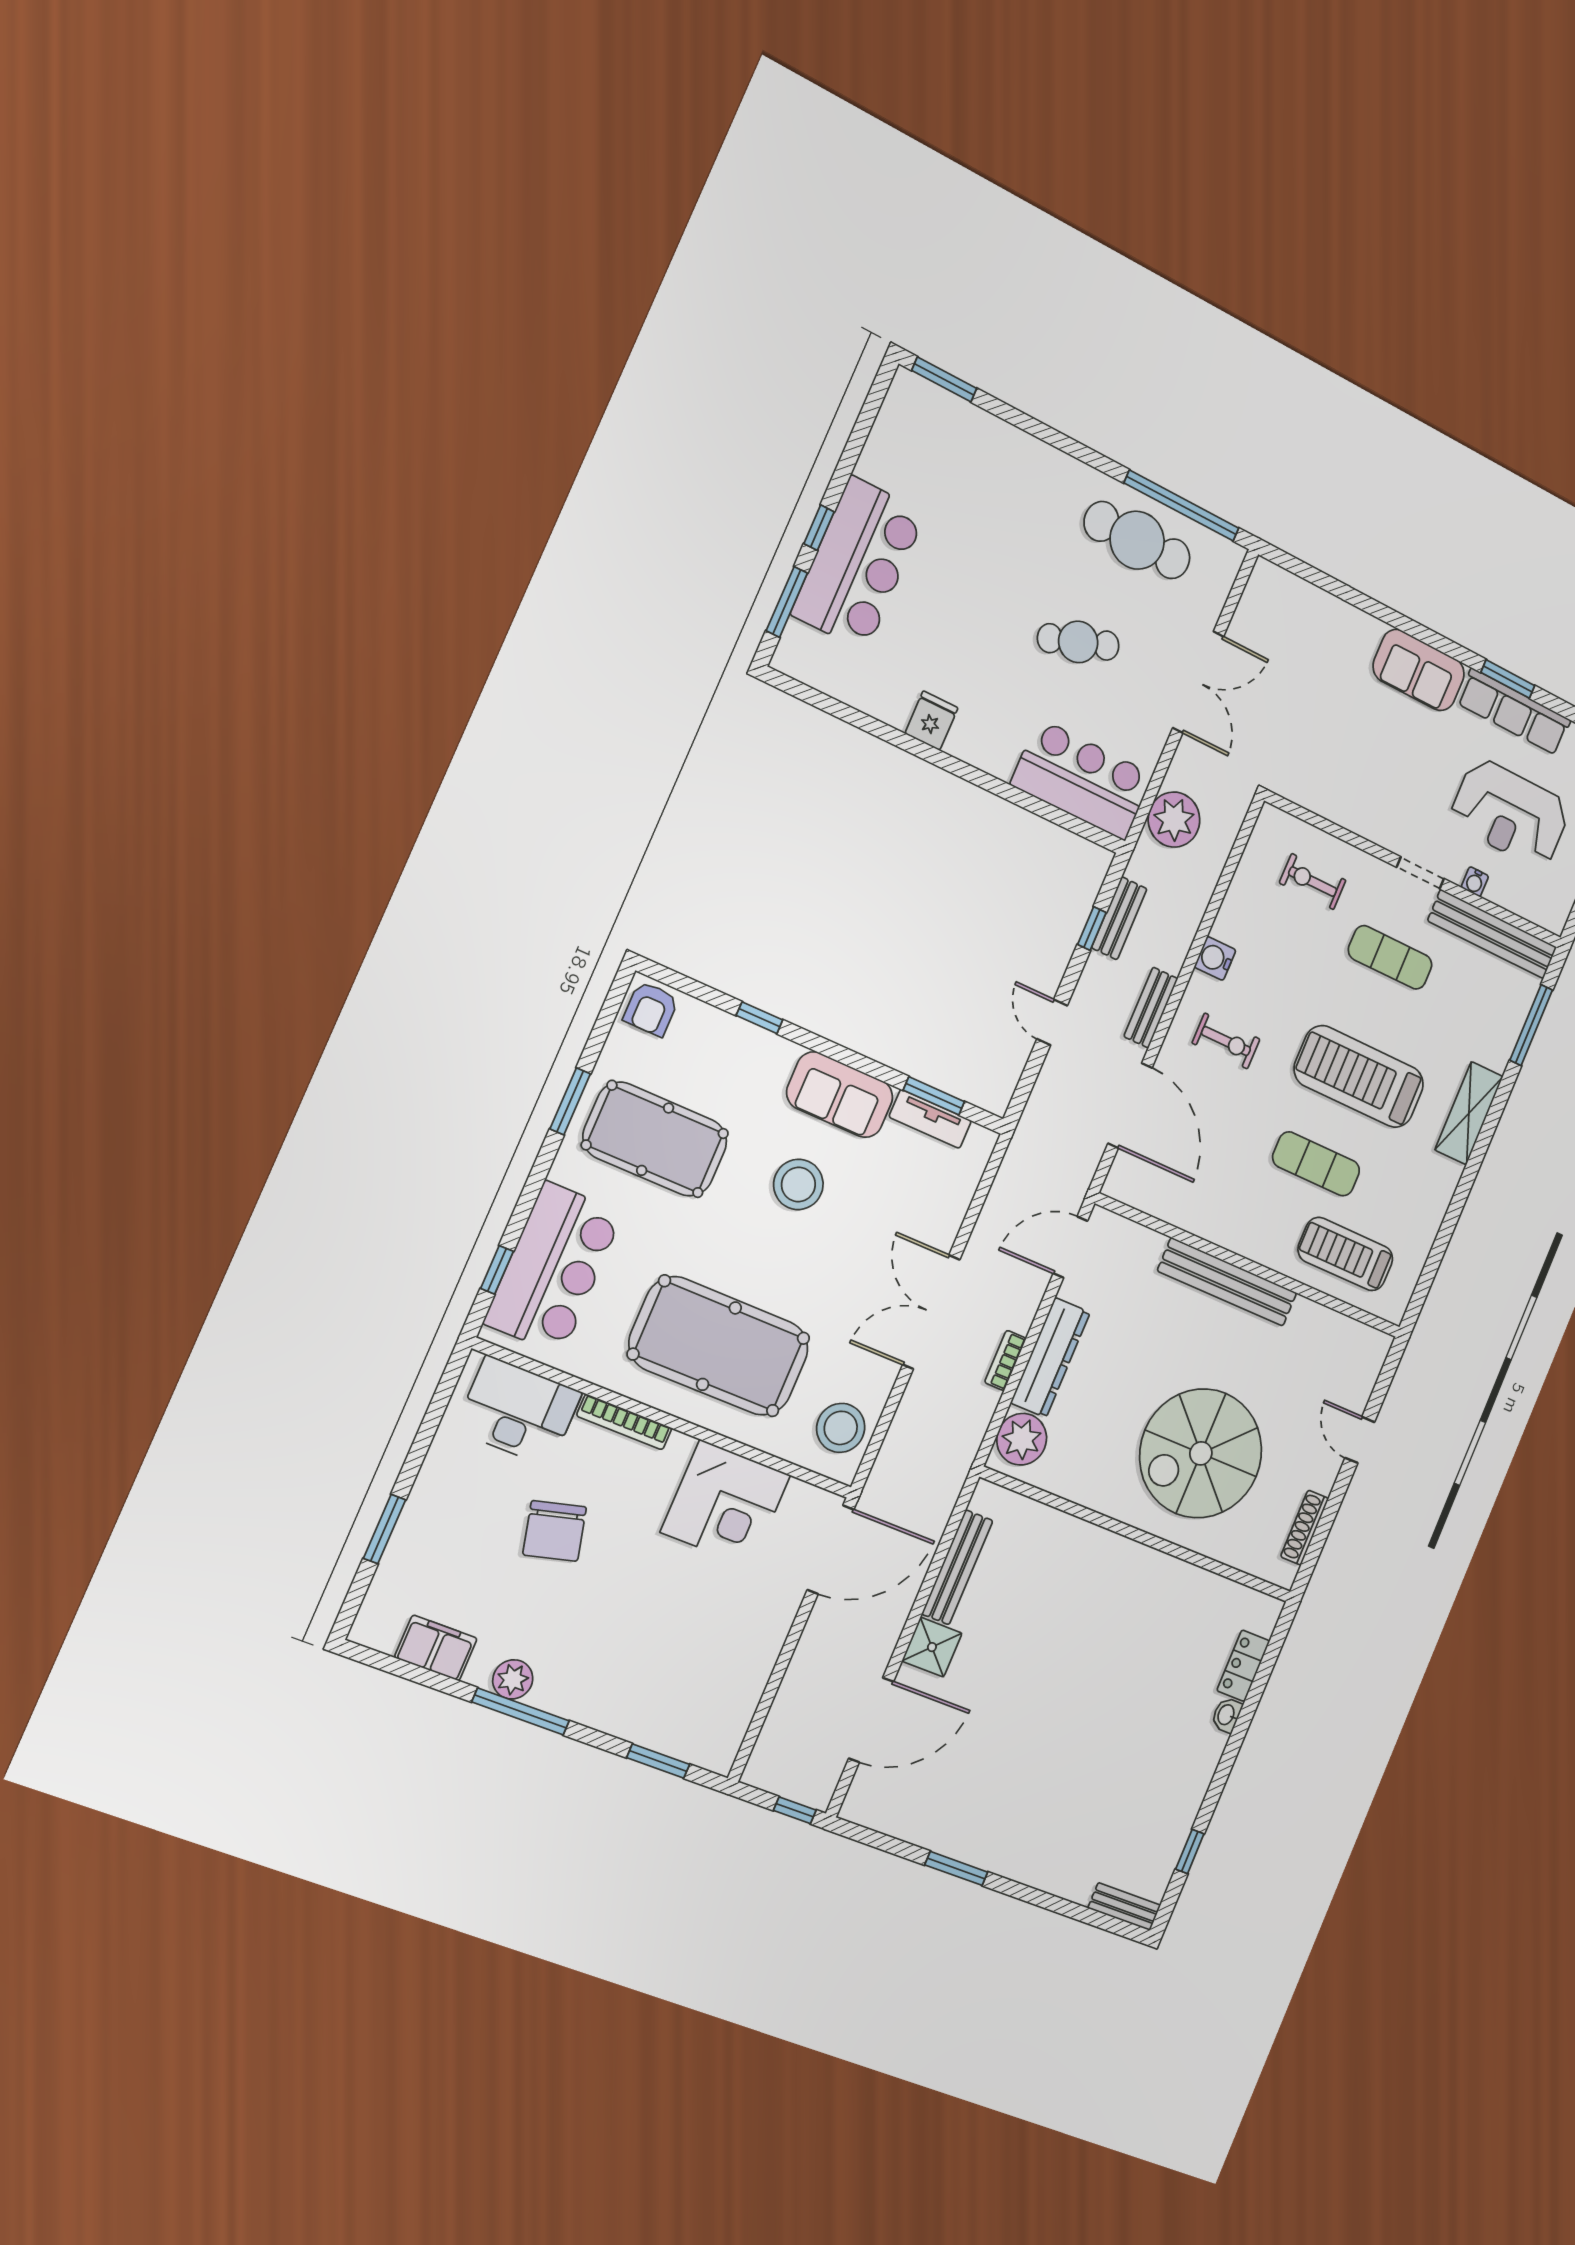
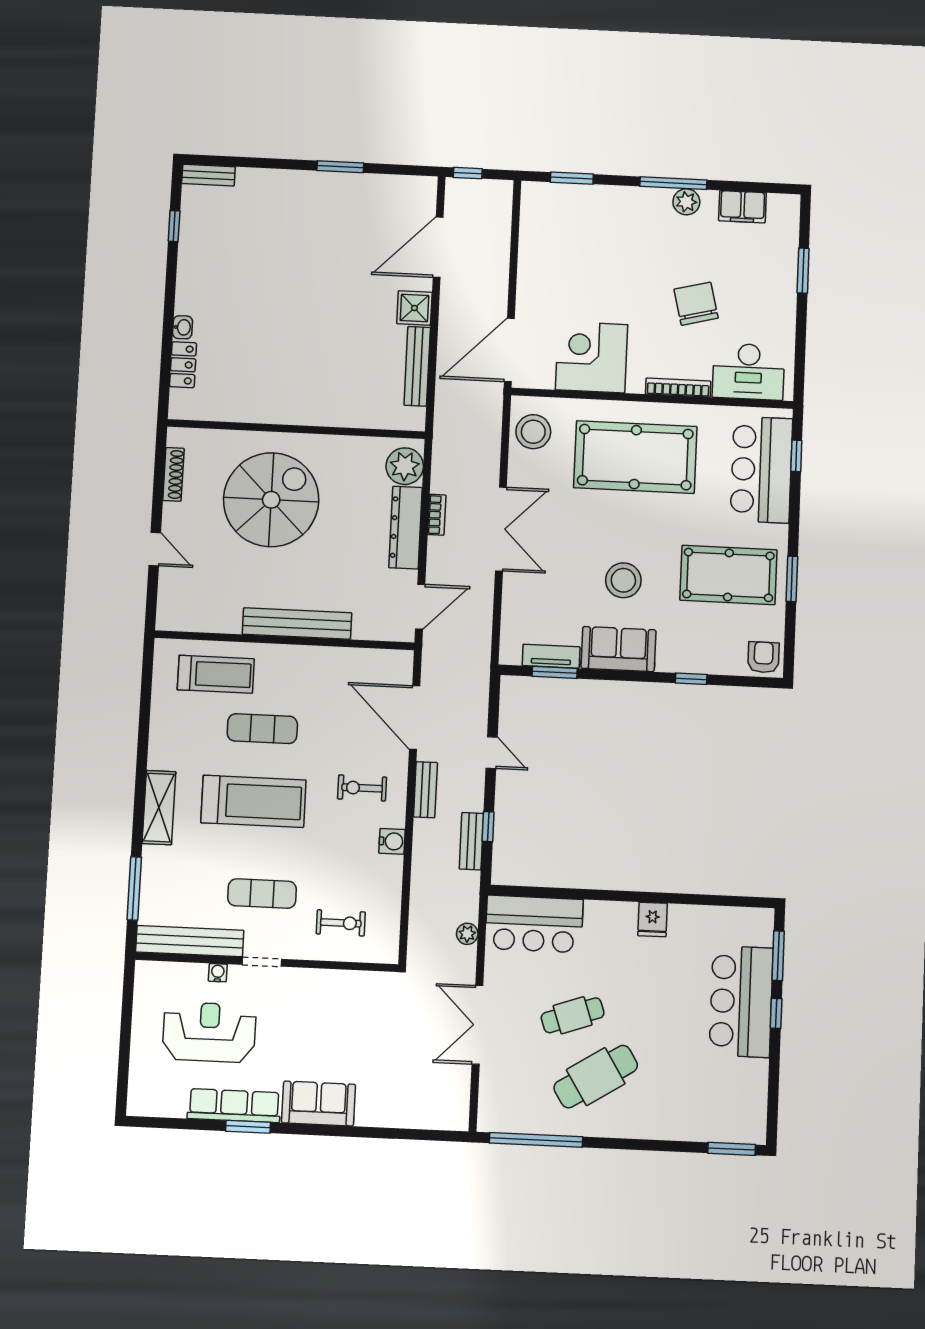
cafe table: (1137, 540) -> (596, 1077), moved, turned -32
plant: (1174, 820) -> (467, 934), width x0.53, depth x0.53

